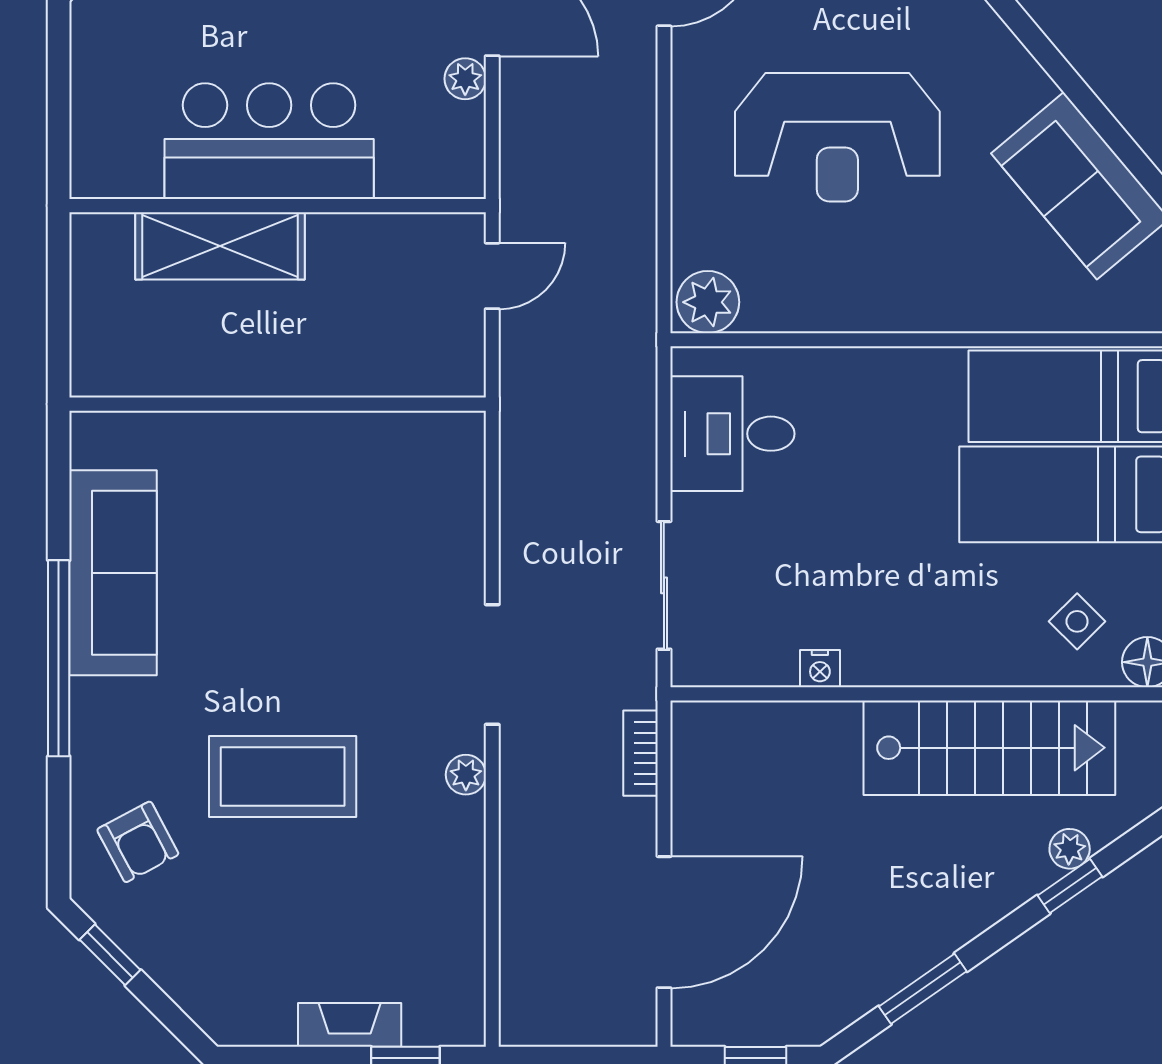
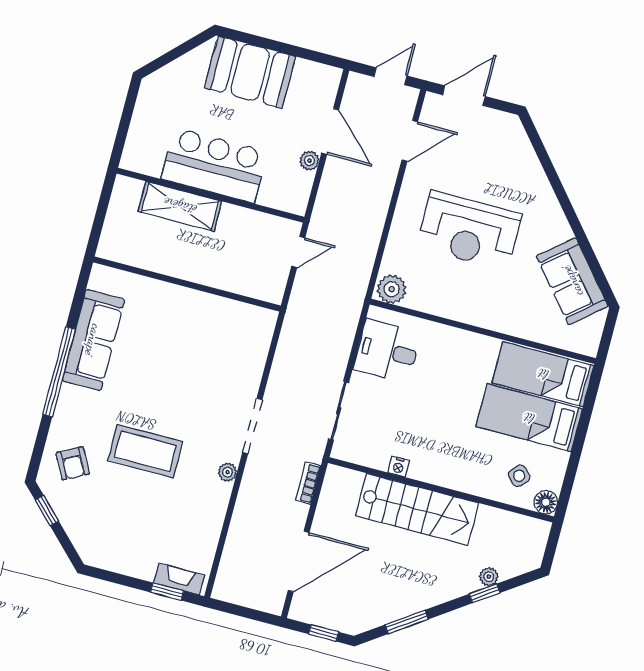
stairs: (989, 748) -> (417, 509), moved
fireplace: (350, 1025) -> (179, 579), moved

